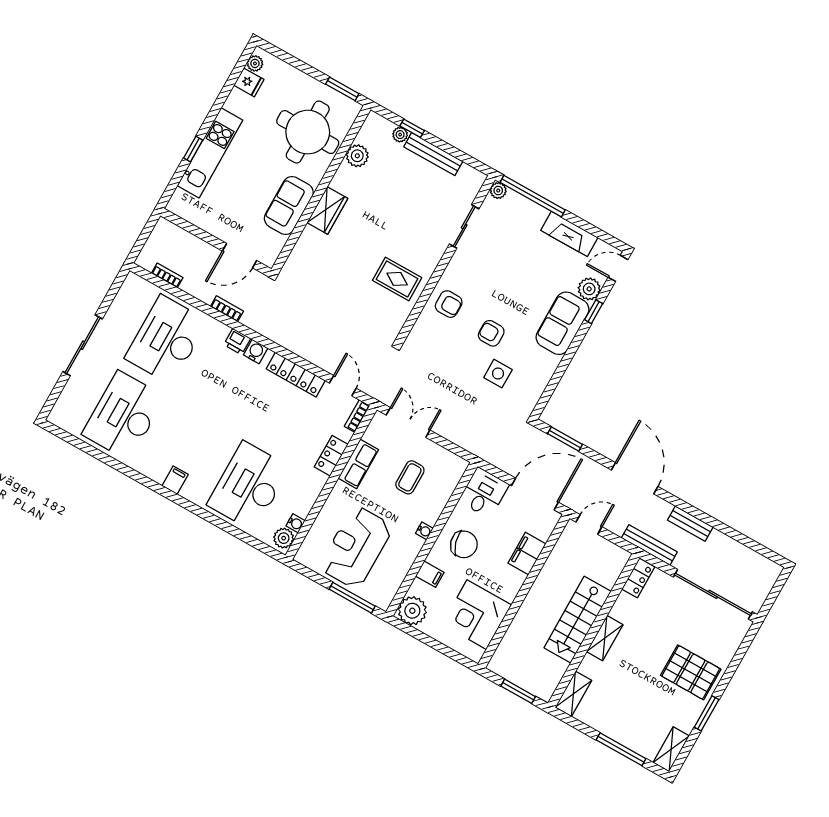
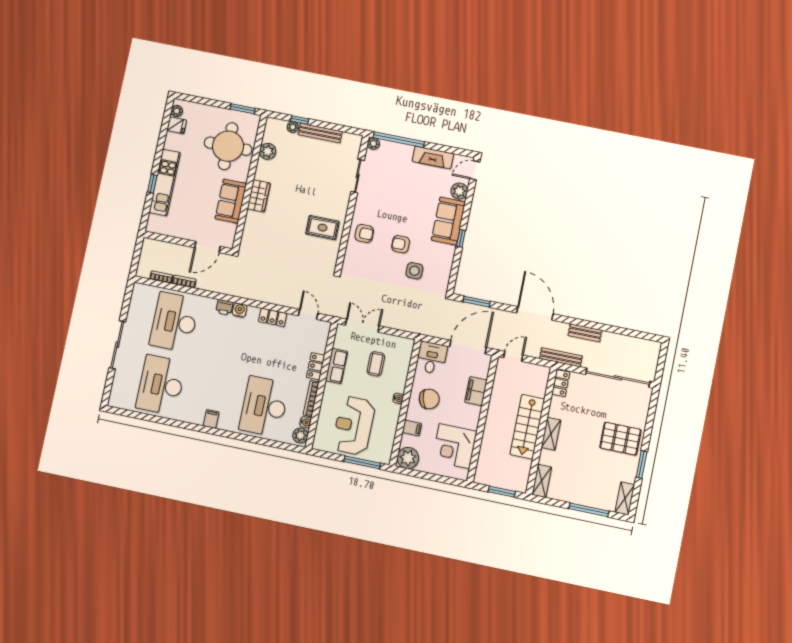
bookcase: (227, 309) -> (184, 281), moved
window: (594, 312) -> (461, 238), moved
locker: (296, 375) -> (273, 317), width x0.66
bookcase: (357, 416) -> (311, 399), moved, width x1.56

